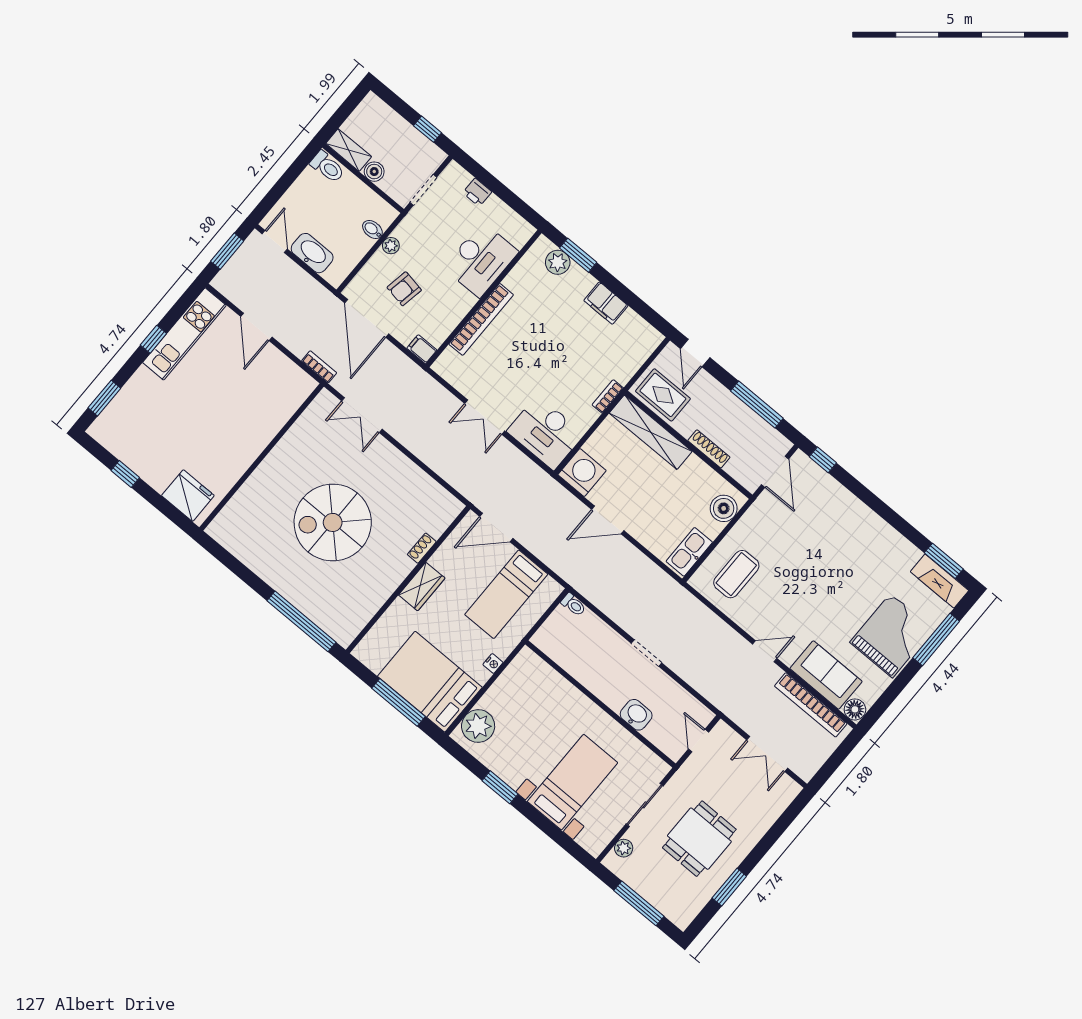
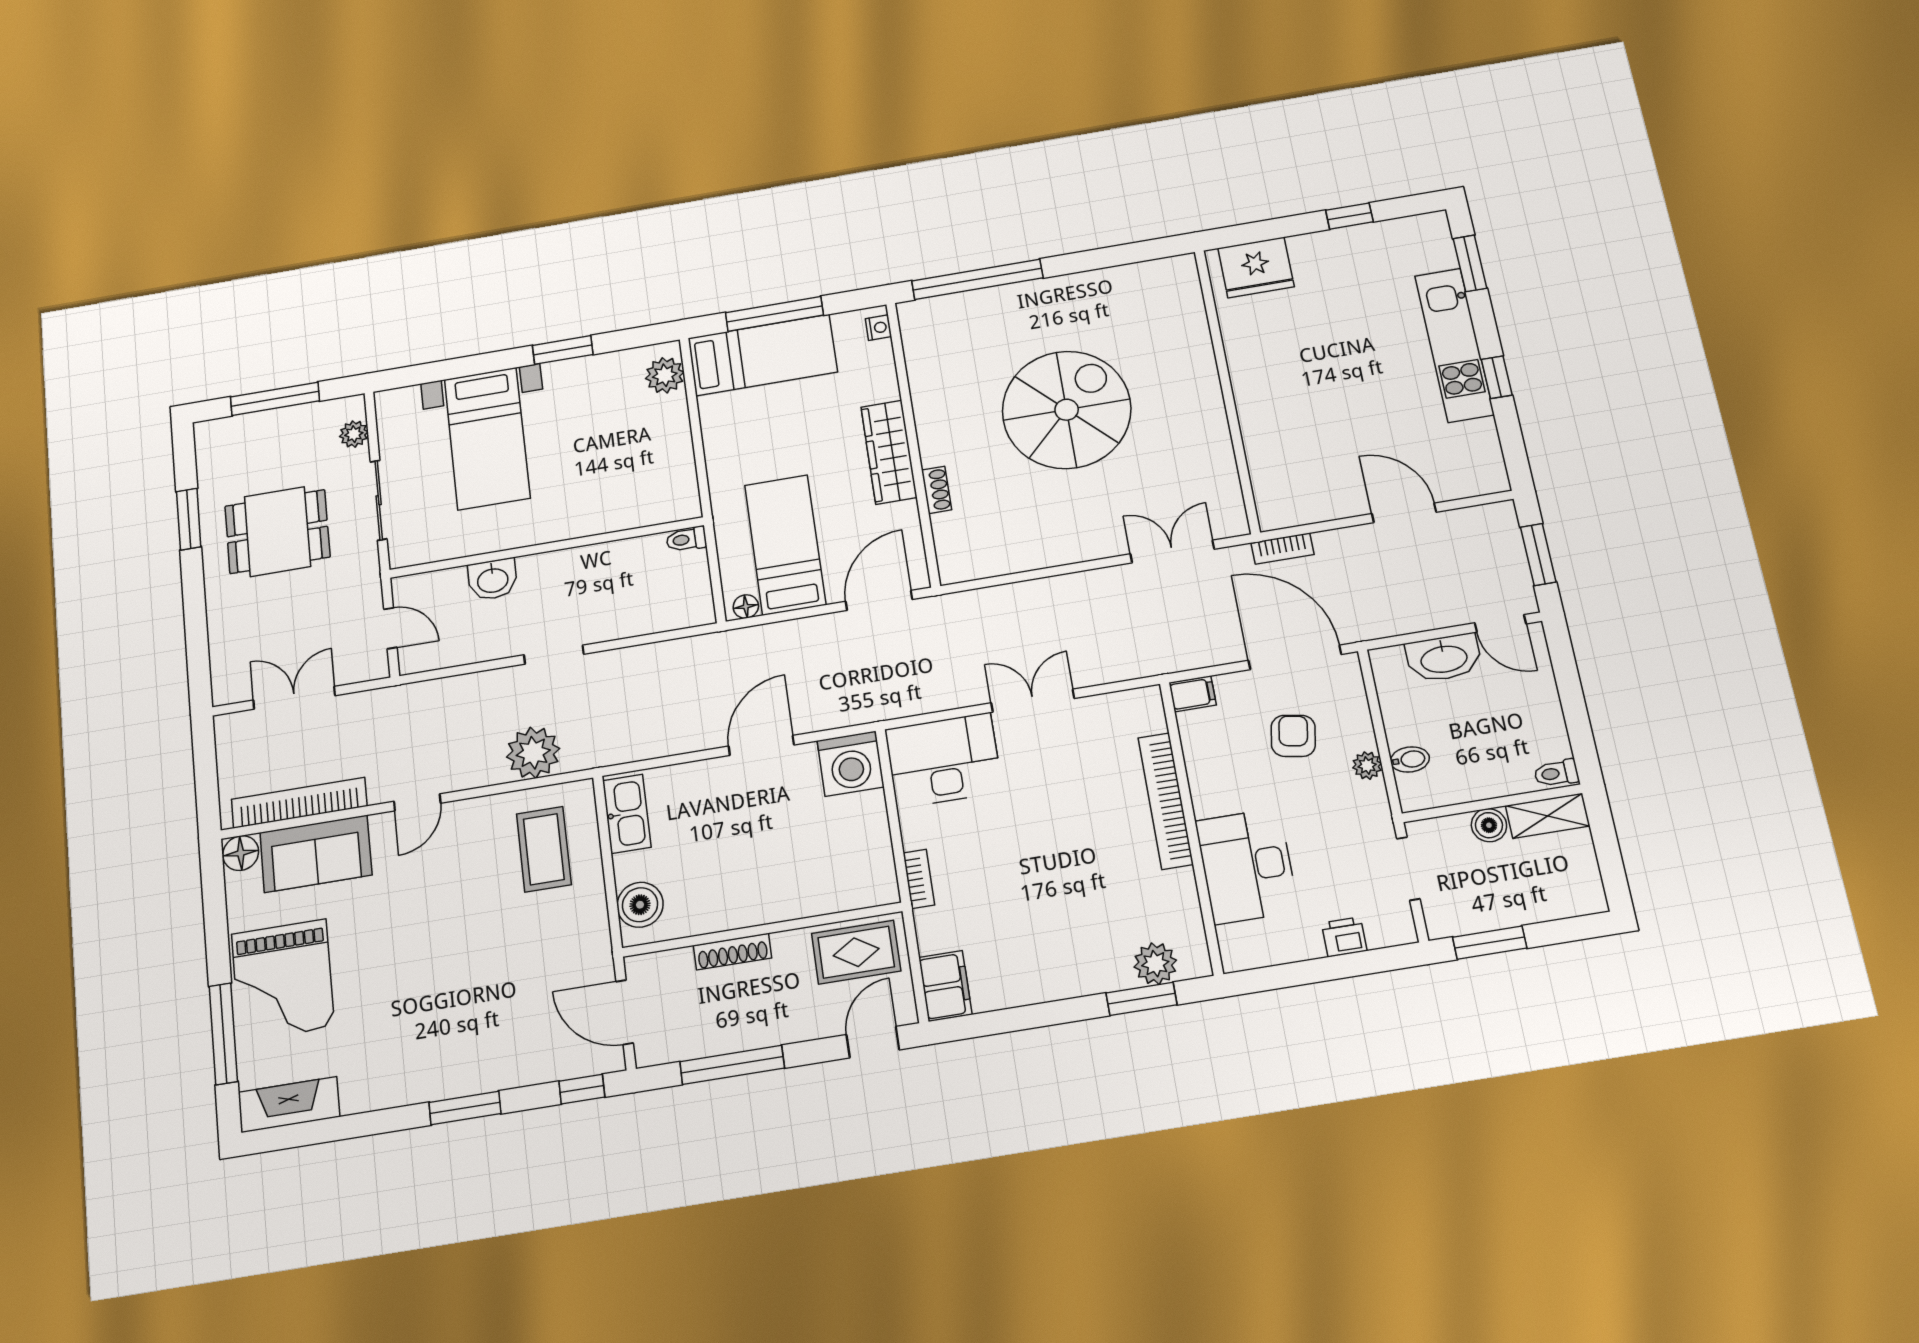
window: (427, 129) -> (1490, 943), width x1.50
toilet: (327, 167) -> (1556, 773), width x0.73, depth x0.72
filing cabinet: (606, 303) -> (945, 986), moved, turned 90
kitchen unit: (184, 334) -> (1454, 345), moved
door: (695, 353) -> (873, 1042), hinge flipped
shelving: (651, 432) -> (822, 895), removed
window: (944, 561) -> (465, 1108), moved
floor lamp: (550, 586) -> (746, 607), added
wardrobe: (422, 587) -> (889, 452), width x1.50
toilet: (573, 605) -> (686, 539), moved
plant: (698, 620) -> (533, 753), added
nightstand: (493, 663) -> (878, 328), moved, turned 180
bed: (430, 682) -> (763, 355), width x0.67
plant: (478, 726) -> (665, 375), width x0.73, depth x0.73
dining table: (699, 839) -> (277, 532), turned 90

